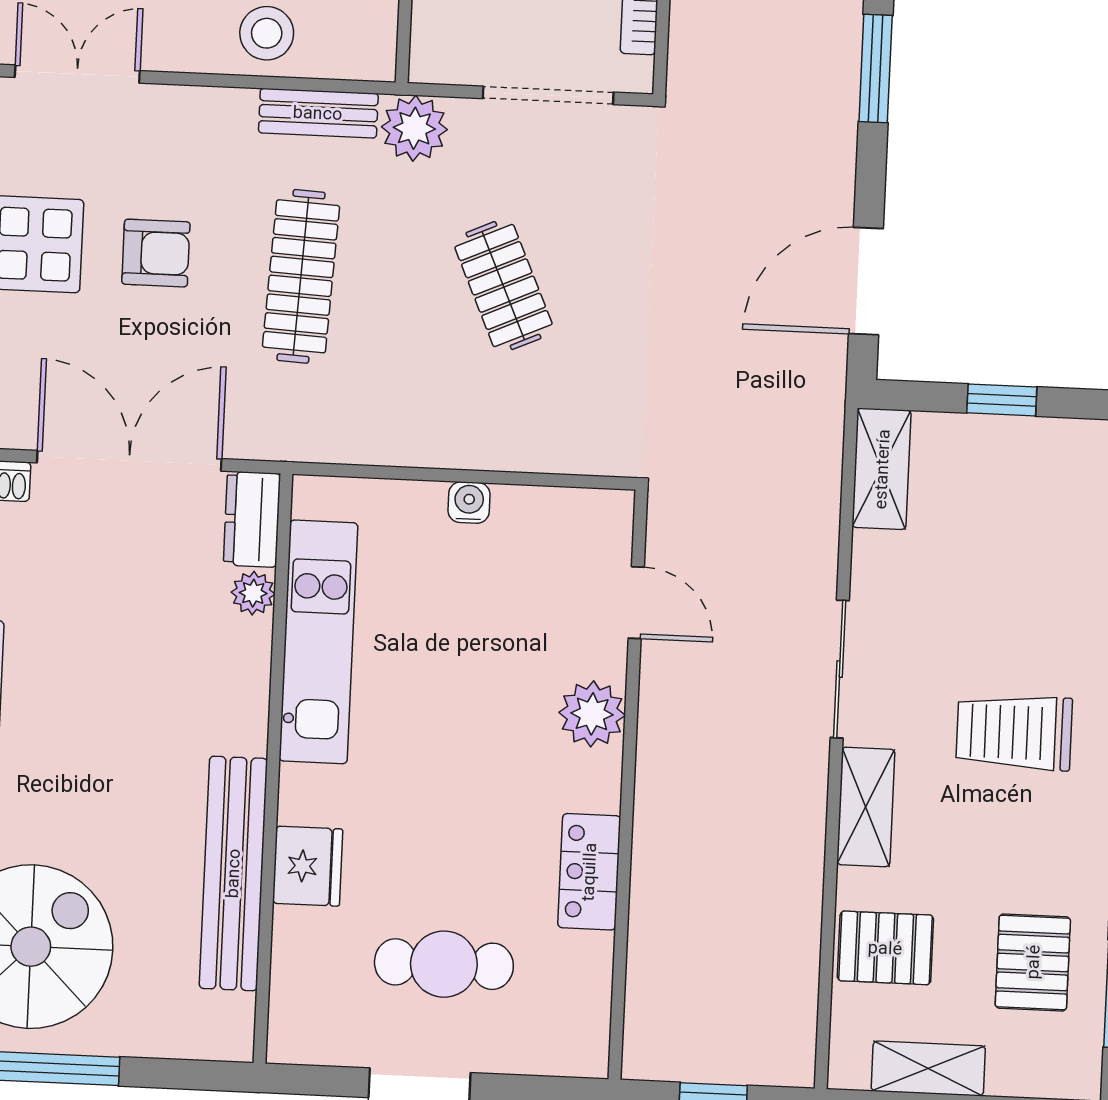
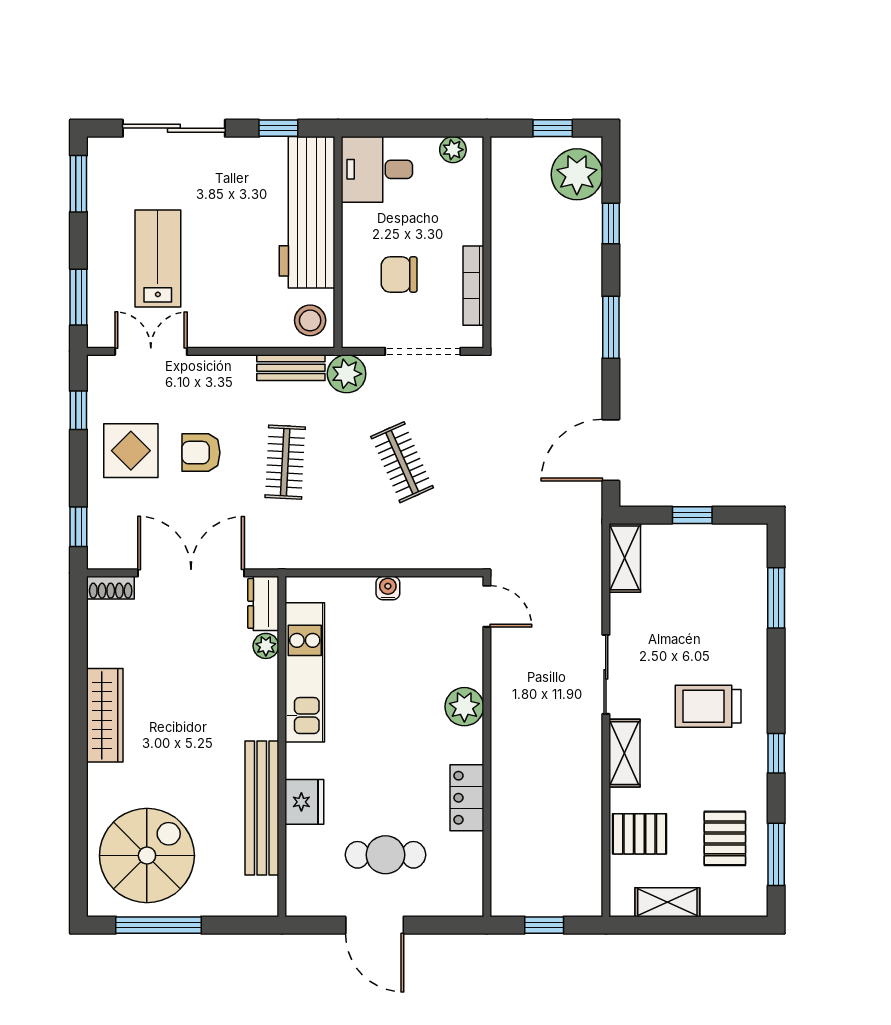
stool: (267, 33) -> (310, 320), moved
armchair: (156, 253) -> (201, 453), turned 180
clothes rail: (301, 276) -> (285, 462), width x0.73
door: (636, 603) -> (487, 606), moved

